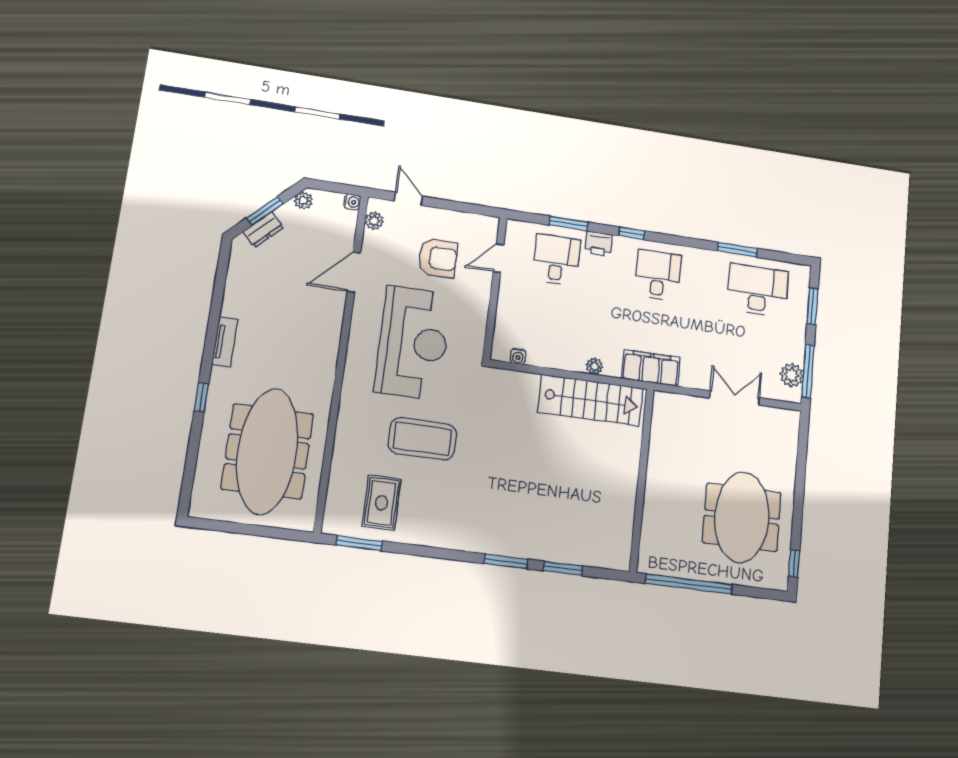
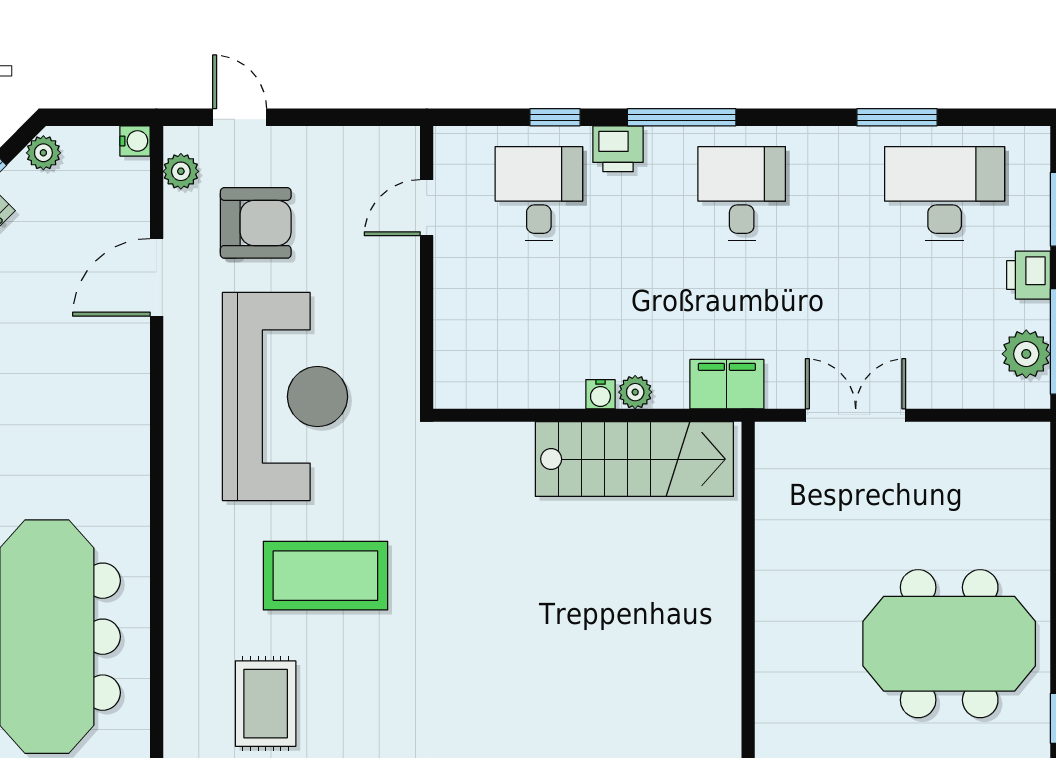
window: (569, 224) -> (555, 117), width x0.67
window: (632, 233) -> (682, 117), width x2.17
armchair: (438, 258) -> (256, 223), moved
printer: (795, 336) -> (1029, 275), added
water cooler: (518, 356) -> (600, 394), moved
filing cabinet: (651, 368) -> (727, 384), width x0.67, depth x0.86
double door: (735, 398) -> (856, 415), moved
meeting table: (742, 517) -> (949, 644), turned 90

